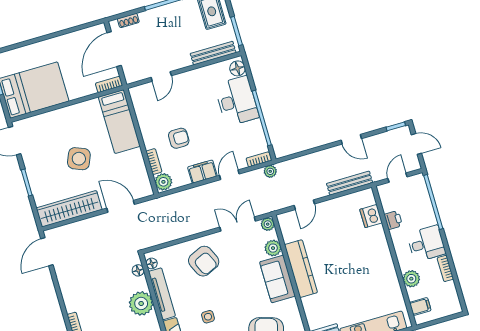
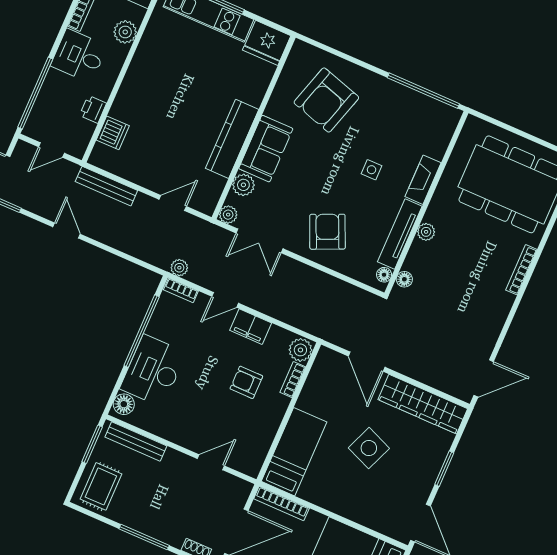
bookcase: (109, 84) -> (281, 503), width x1.56
plant: (141, 303) -> (426, 232), width x0.53, depth x0.53

